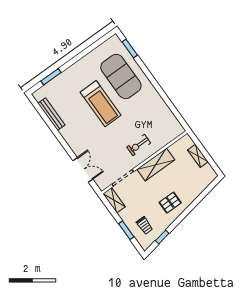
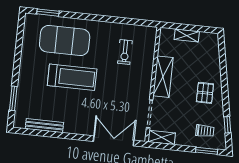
exercise bike: (139, 145) -> (125, 52), moved
double door: (83, 170) -> (114, 141), width x1.37
window: (126, 230) -> (207, 151), moved

